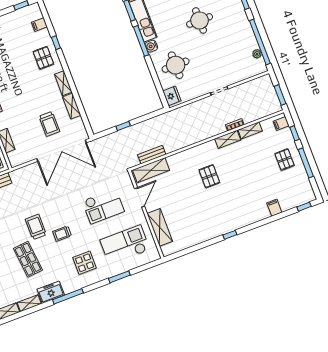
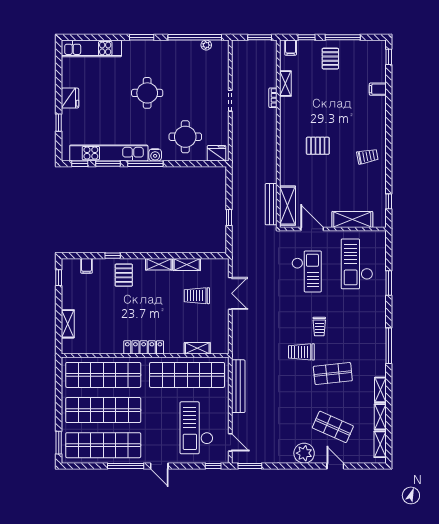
pallet: (43, 58) -> (124, 275), turned 90
trolley: (49, 124) -> (197, 296), turned 180
shelving: (228, 139) -> (286, 111), removed
double door: (62, 151) -> (230, 293), width x0.54
bench: (152, 155) -> (271, 204), width x1.36
pallet: (285, 159) -> (330, 59), turned 90
trolley: (216, 220) -> (367, 156), added
window: (230, 235) -> (389, 201), moved
display table: (84, 263) -> (360, 314), removed
freezer: (51, 292) -> (377, 363), removed

